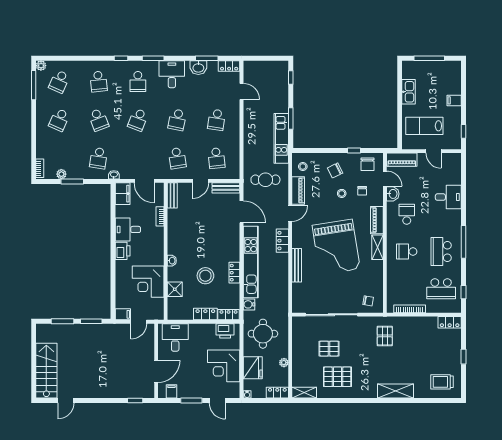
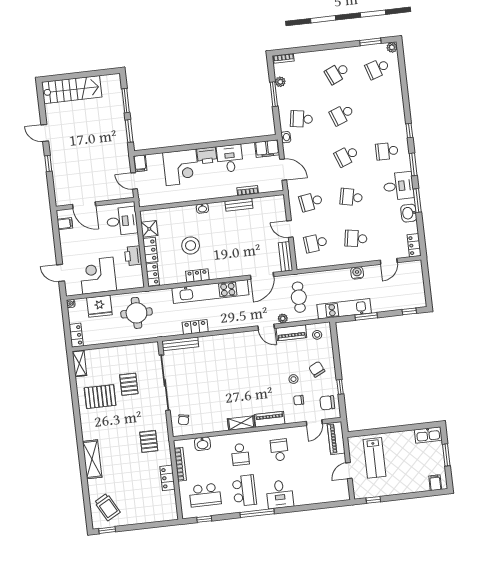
window: (207, 58) -> (417, 200), moved
window: (429, 58) -> (446, 455), width x0.69
school desk: (59, 81) -> (377, 68), turned -42
school desk: (99, 81) -> (382, 110), removed
window: (34, 85) -> (370, 42), width x0.69
kitchen sink: (409, 92) -> (428, 435), moved
filing cabinet: (454, 100) -> (435, 483), moved
school desk: (59, 120) -> (337, 73), turned -48
school desk: (138, 120) -> (347, 156), turned -42
lab bench: (424, 126) -> (375, 458), turned 180
door: (144, 181) -> (283, 170), swing flipped
washbasin: (393, 194) -> (202, 444), moved
bench: (172, 195) -> (239, 205), moved
desk: (448, 197) -> (280, 494), moved
school desk: (407, 214) -> (279, 450), turned -90
locker: (282, 241) -> (195, 327), moved
grand piano: (336, 247) -> (236, 380), removed
school desk: (407, 252) -> (240, 454), turned 180
school desk: (441, 252) -> (244, 491), turned 90
bench: (297, 265) -> (180, 344), moved
corner desk: (148, 282) -> (181, 167), moved, turned 180
shower: (175, 289) -> (149, 229), moved
school desk: (441, 289) -> (205, 495), turned -90
water cooler: (249, 304) -> (357, 273), moved
locker: (450, 322) -> (167, 478), moved
printer: (225, 331) -> (133, 256), moved
pallet: (385, 336) -> (149, 441), turned 90
window: (464, 357) -> (107, 530), moved
plant: (284, 363) -> (283, 319), moved
pallet: (337, 377) -> (100, 397), turned 90
trolley: (442, 382) -> (107, 507), turned 151
door: (66, 401) -> (45, 133), moved
window: (135, 401) -> (48, 163), moved
window: (191, 401) -> (58, 246), removed
door: (217, 401) -> (61, 273), hinge flipped

